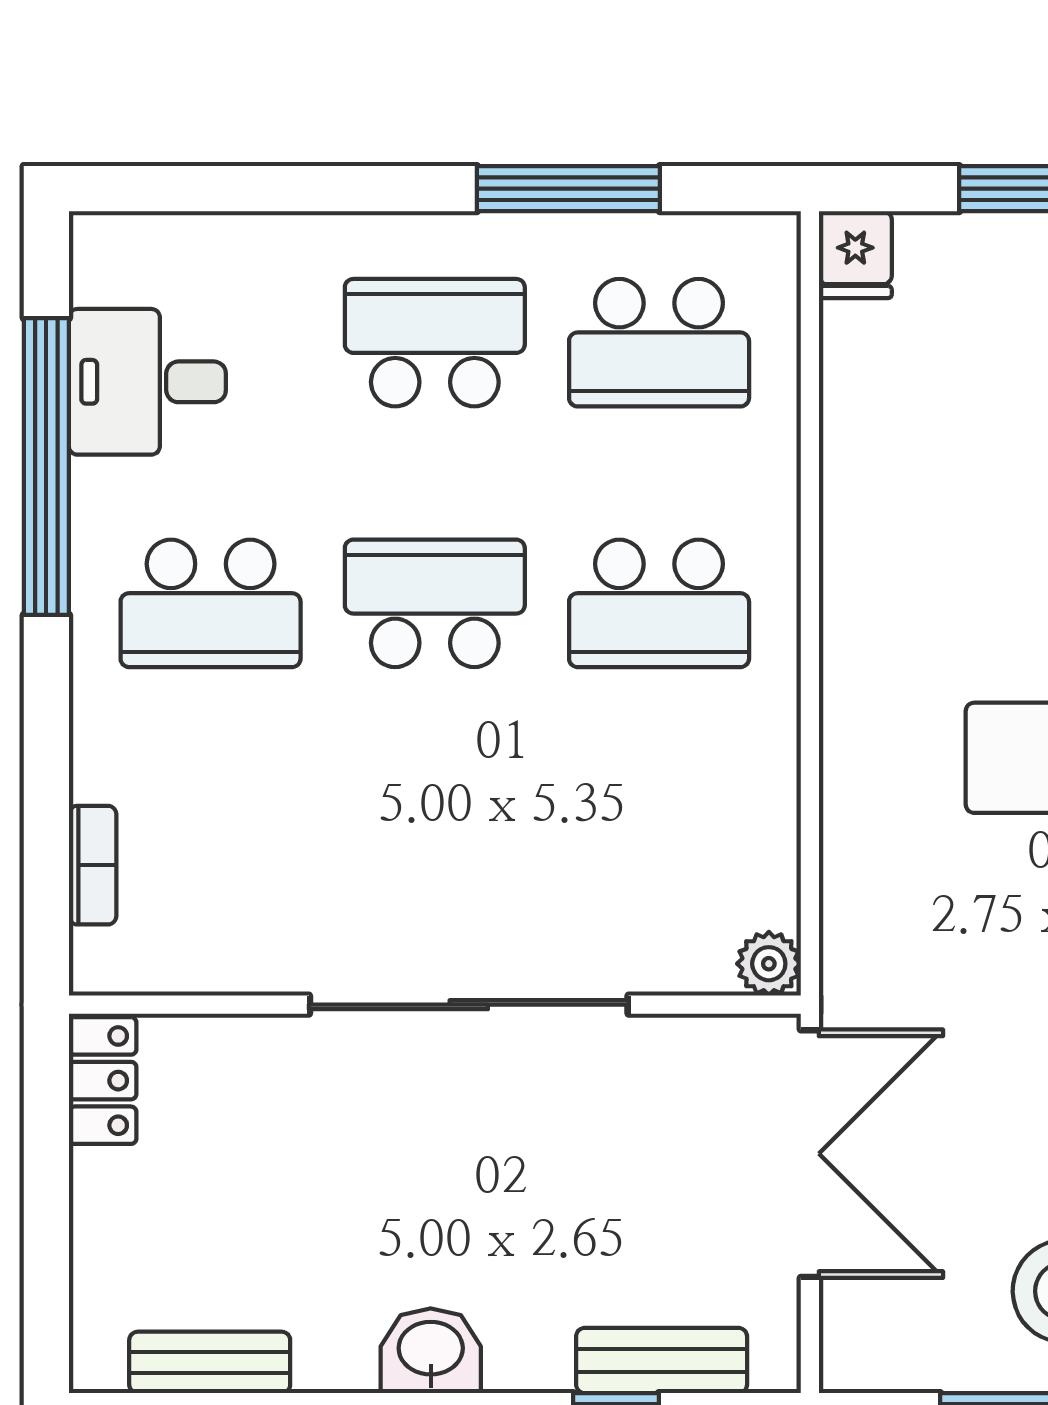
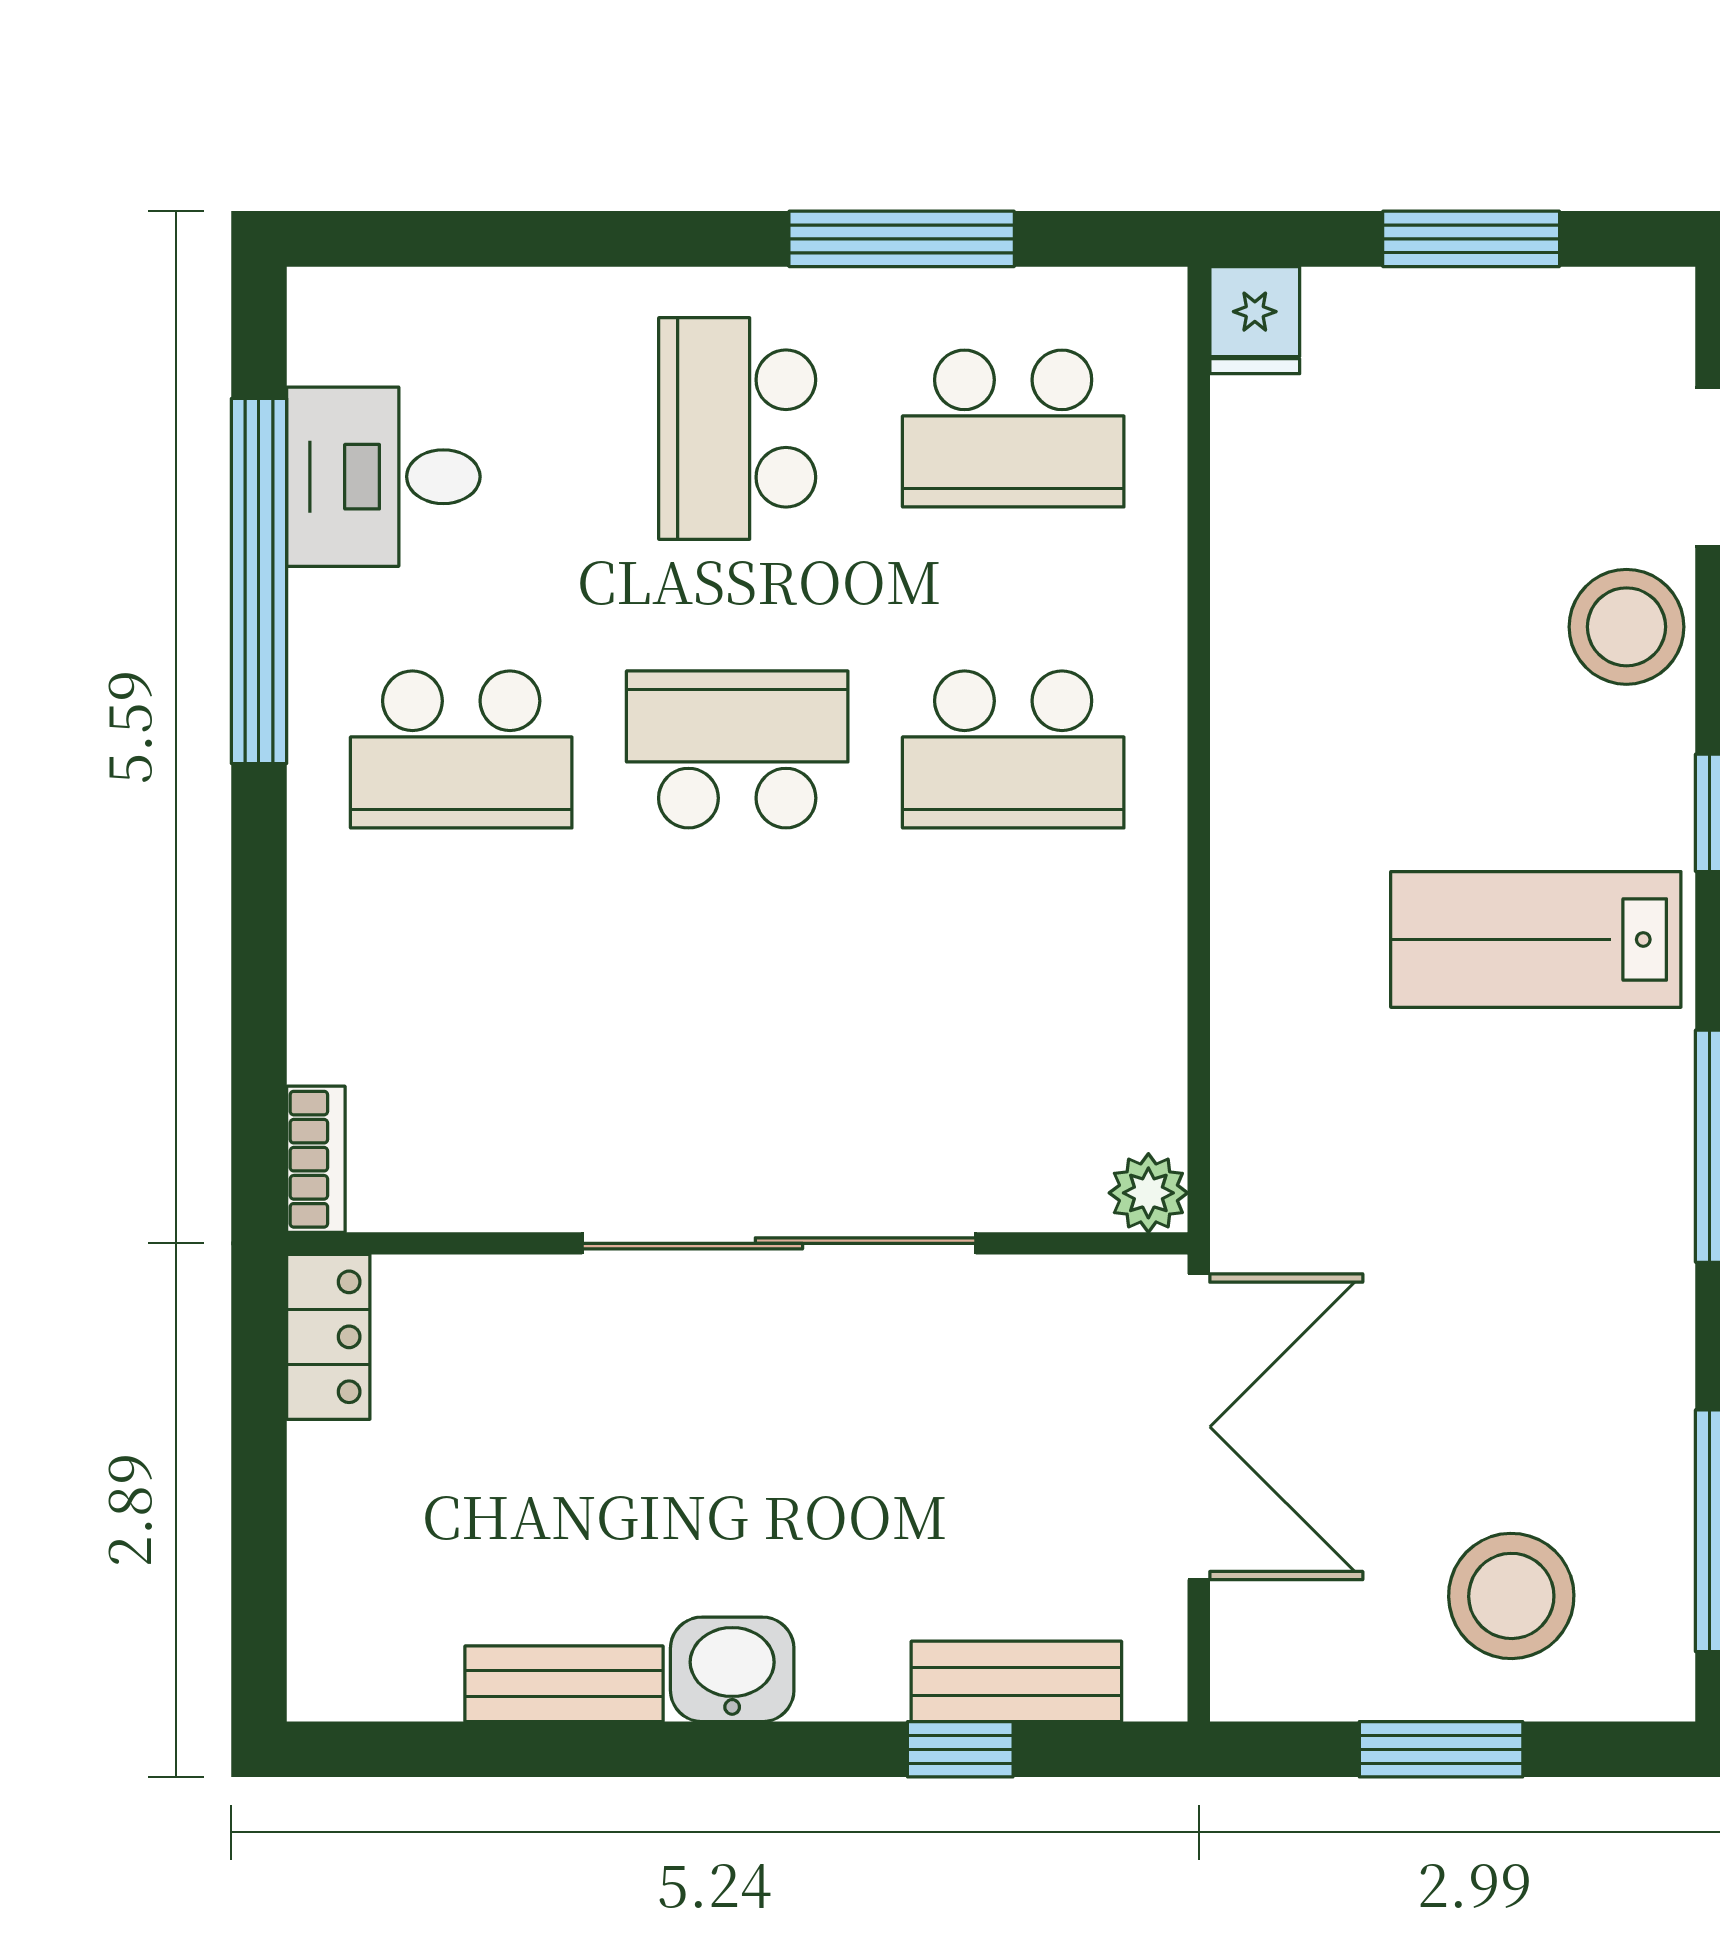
school desk: (435, 343) -> (737, 429), turned -90
bookcase: (93, 865) -> (316, 1159), moved
bench: (210, 1362) -> (564, 1684), moved

